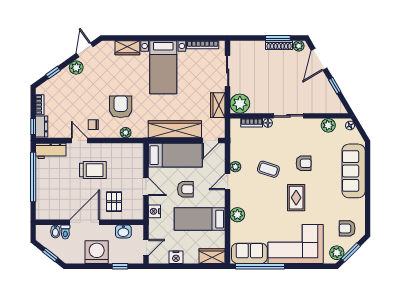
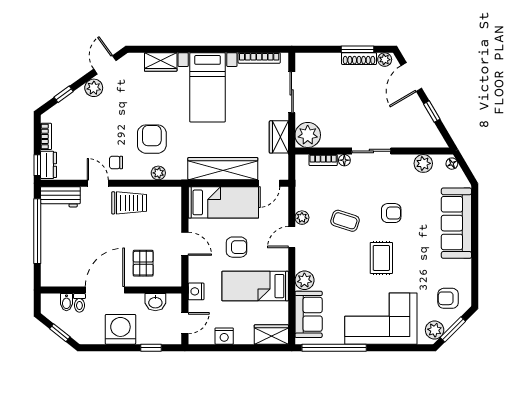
trolley: (93, 170) -> (129, 203), moved
nightstand: (154, 211) -> (196, 291), moved
sofa: (249, 253) -> (309, 314), moved, turned 90

